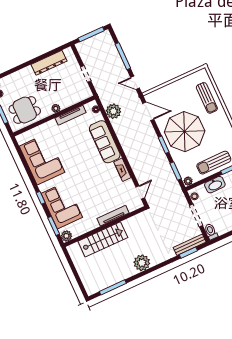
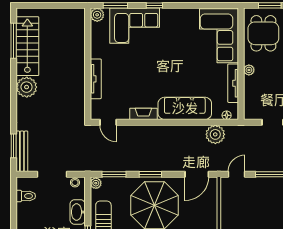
corner sofa: (42, 159) -> (219, 36), moved, turned 90
toilet: (211, 232) -> (26, 196), moved
stairs: (103, 239) -> (27, 46), moved, turned 180

